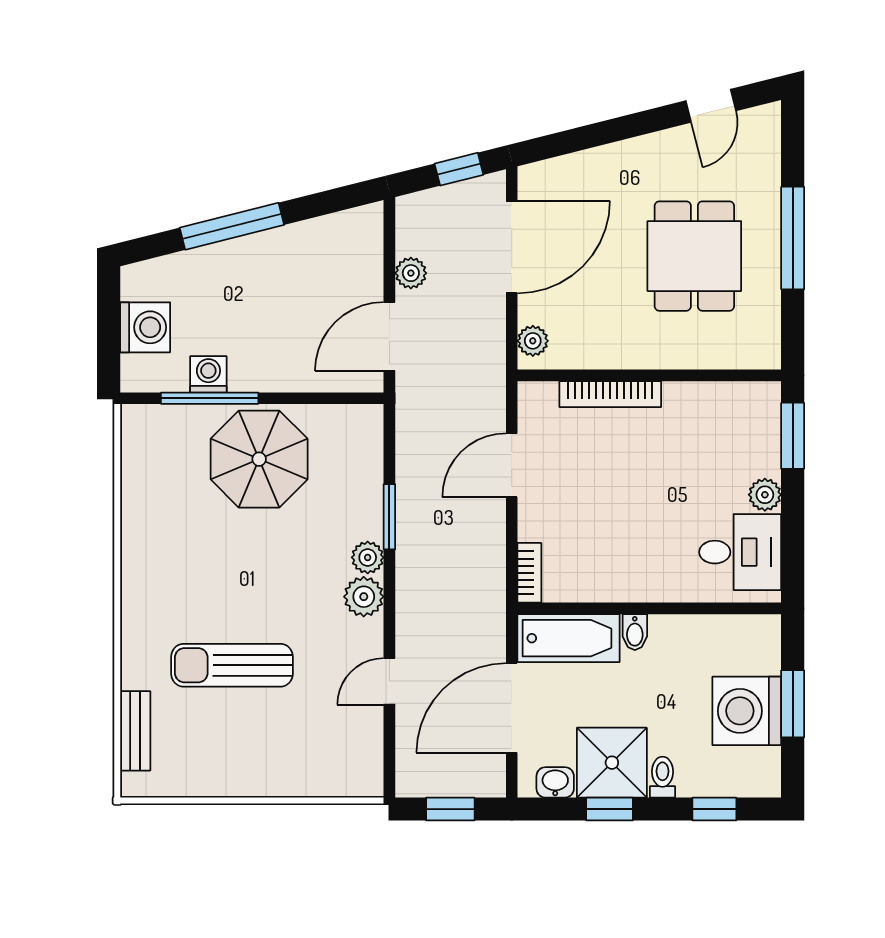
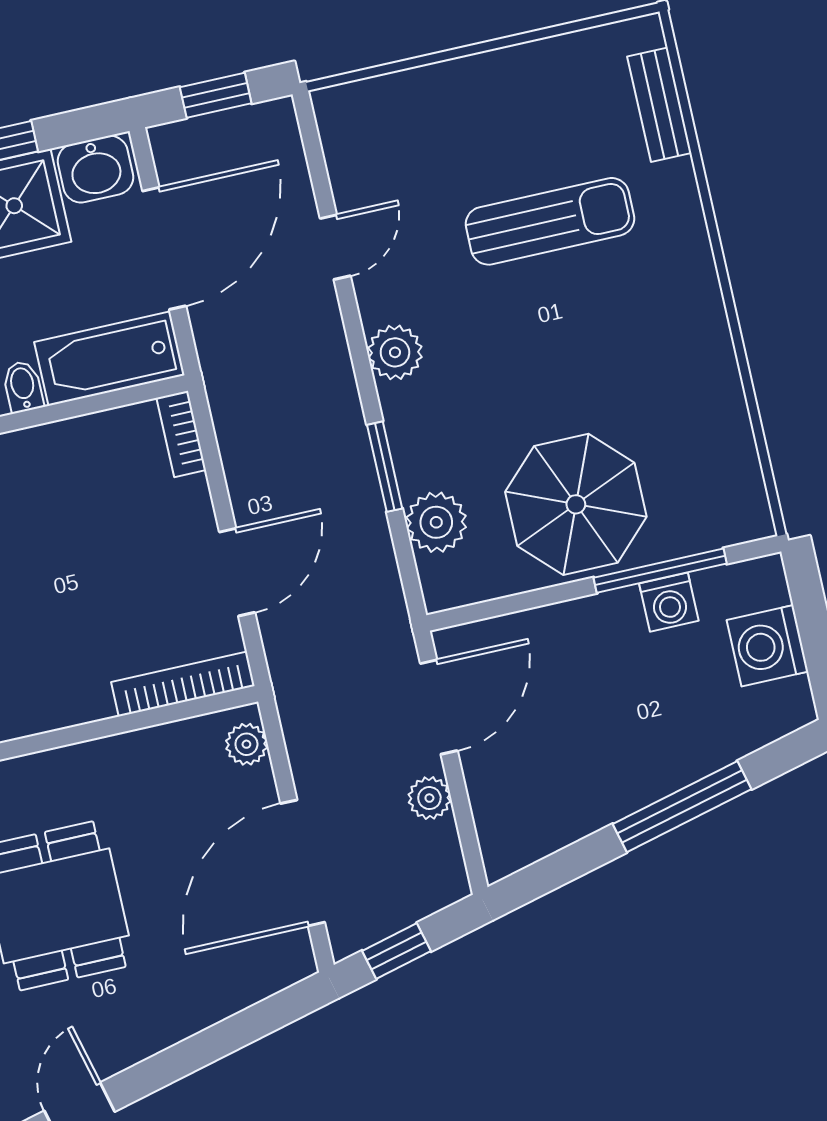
bookcase: (610, 394) -> (183, 684), moved
plant: (368, 557) -> (436, 522), moved, width x1.38, depth x1.38
washbasin: (555, 782) -> (95, 169), width x1.38, depth x1.45

